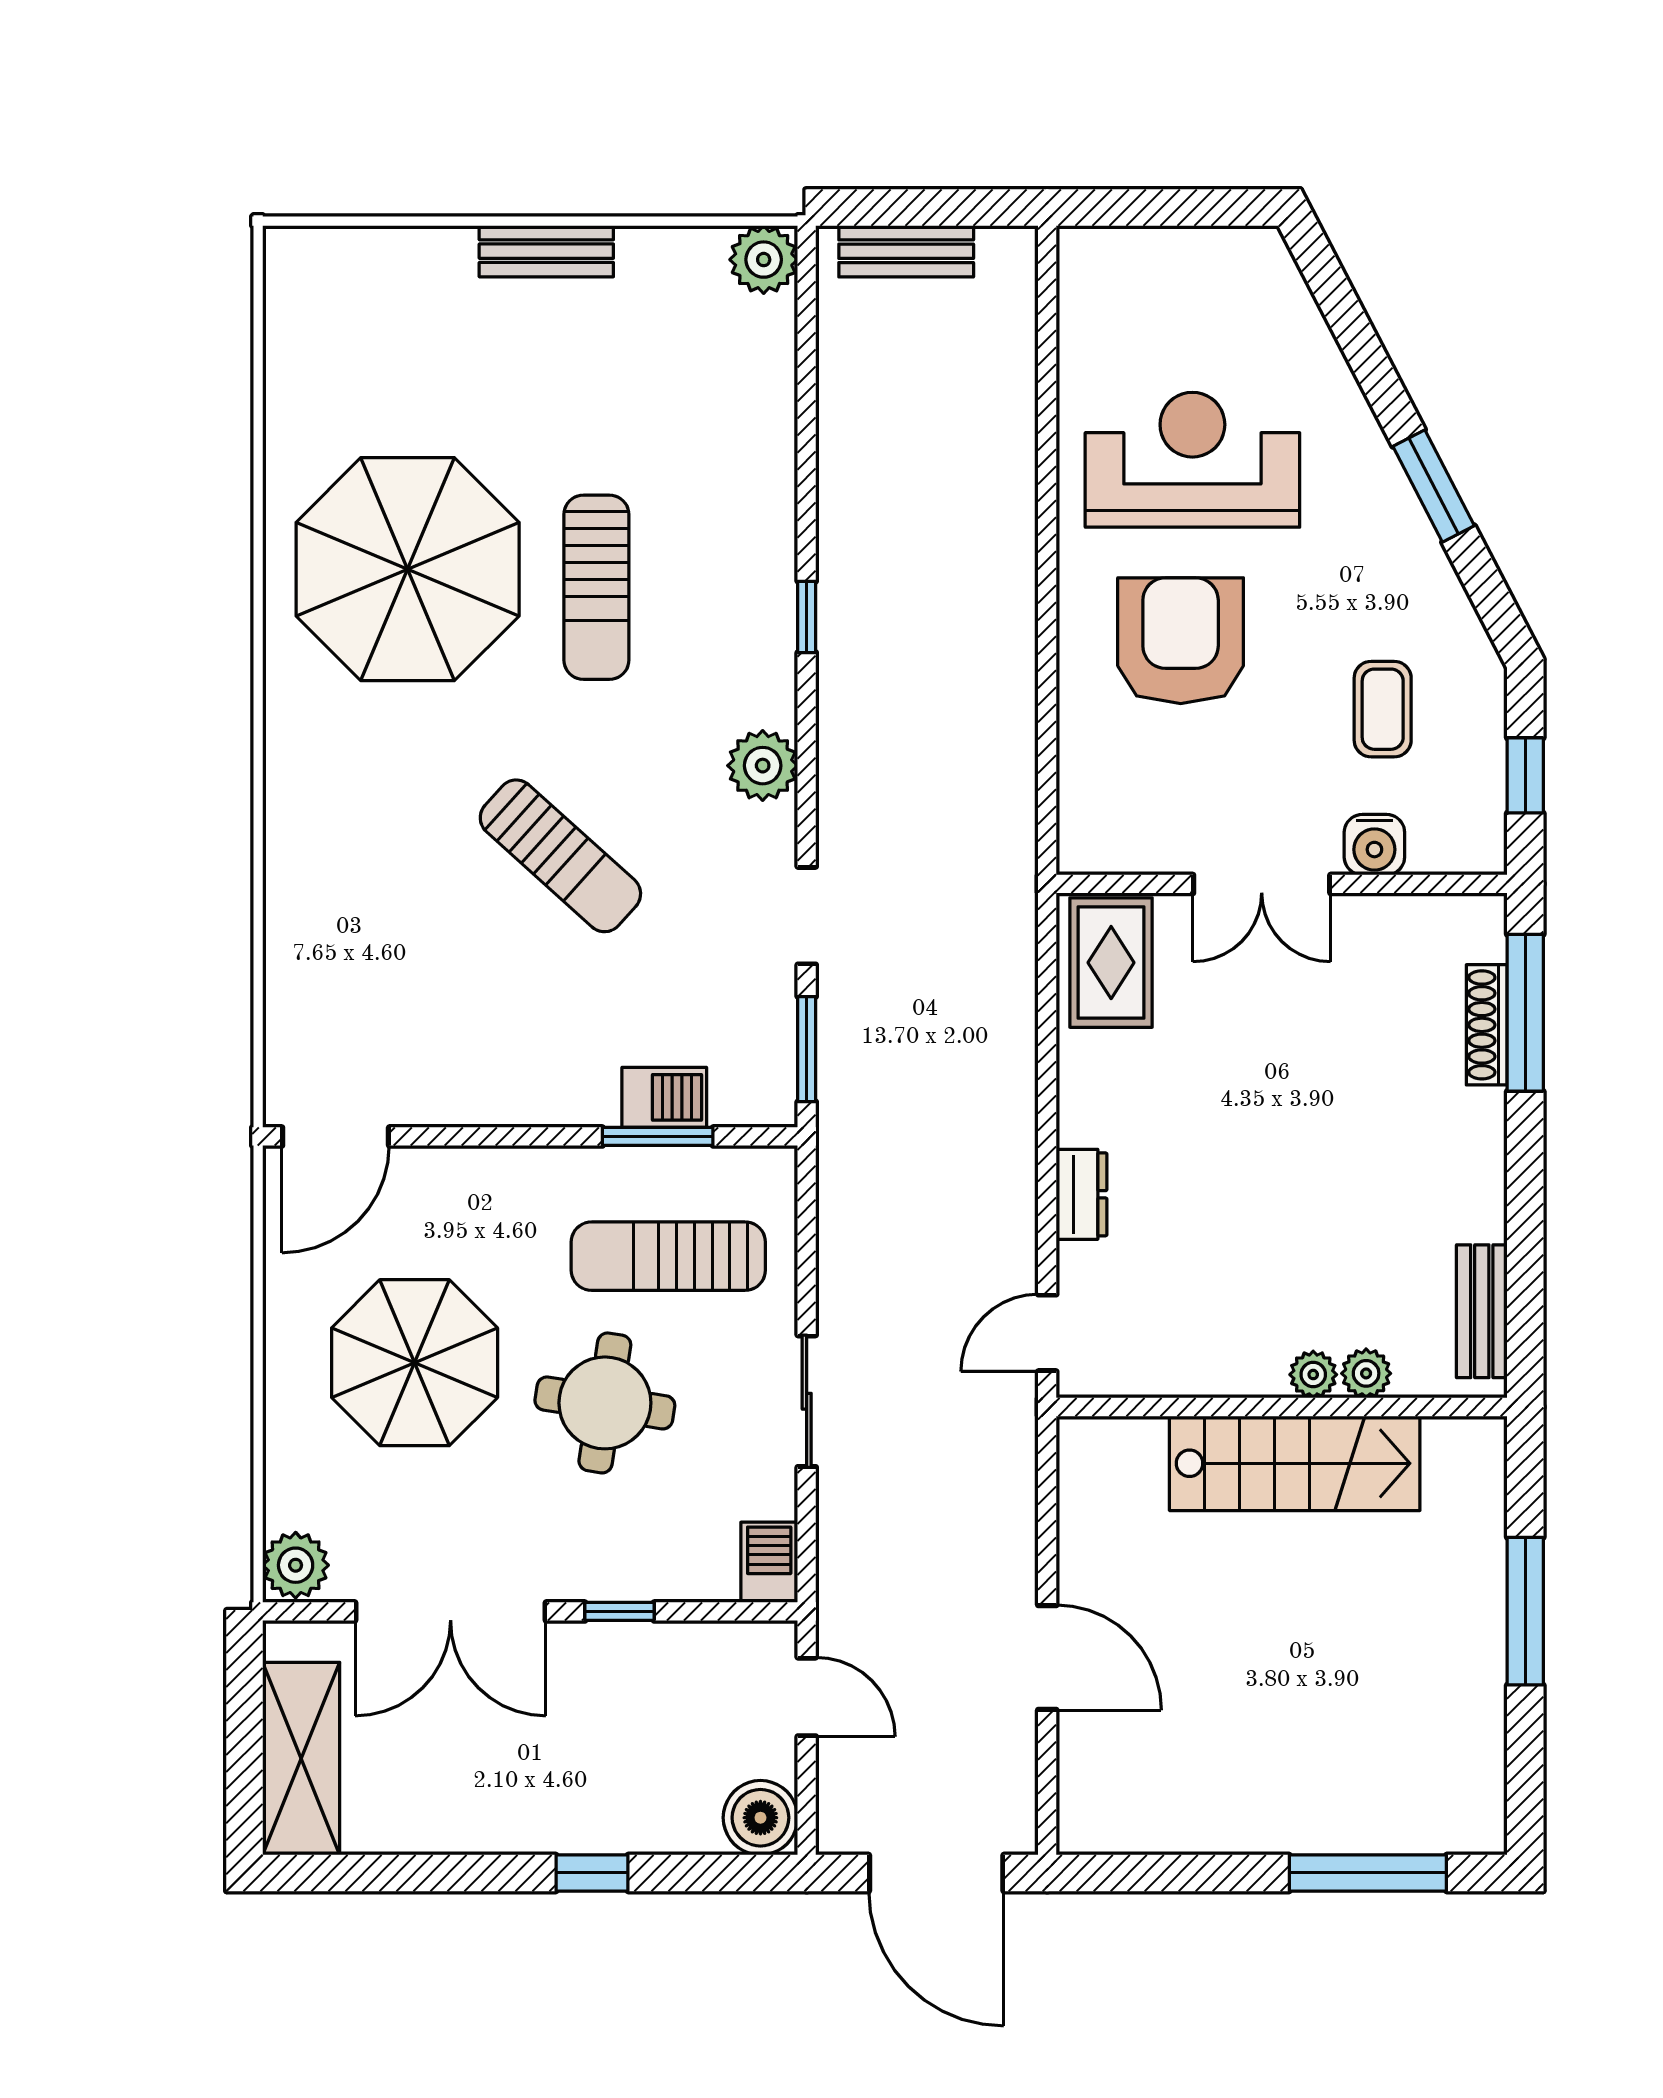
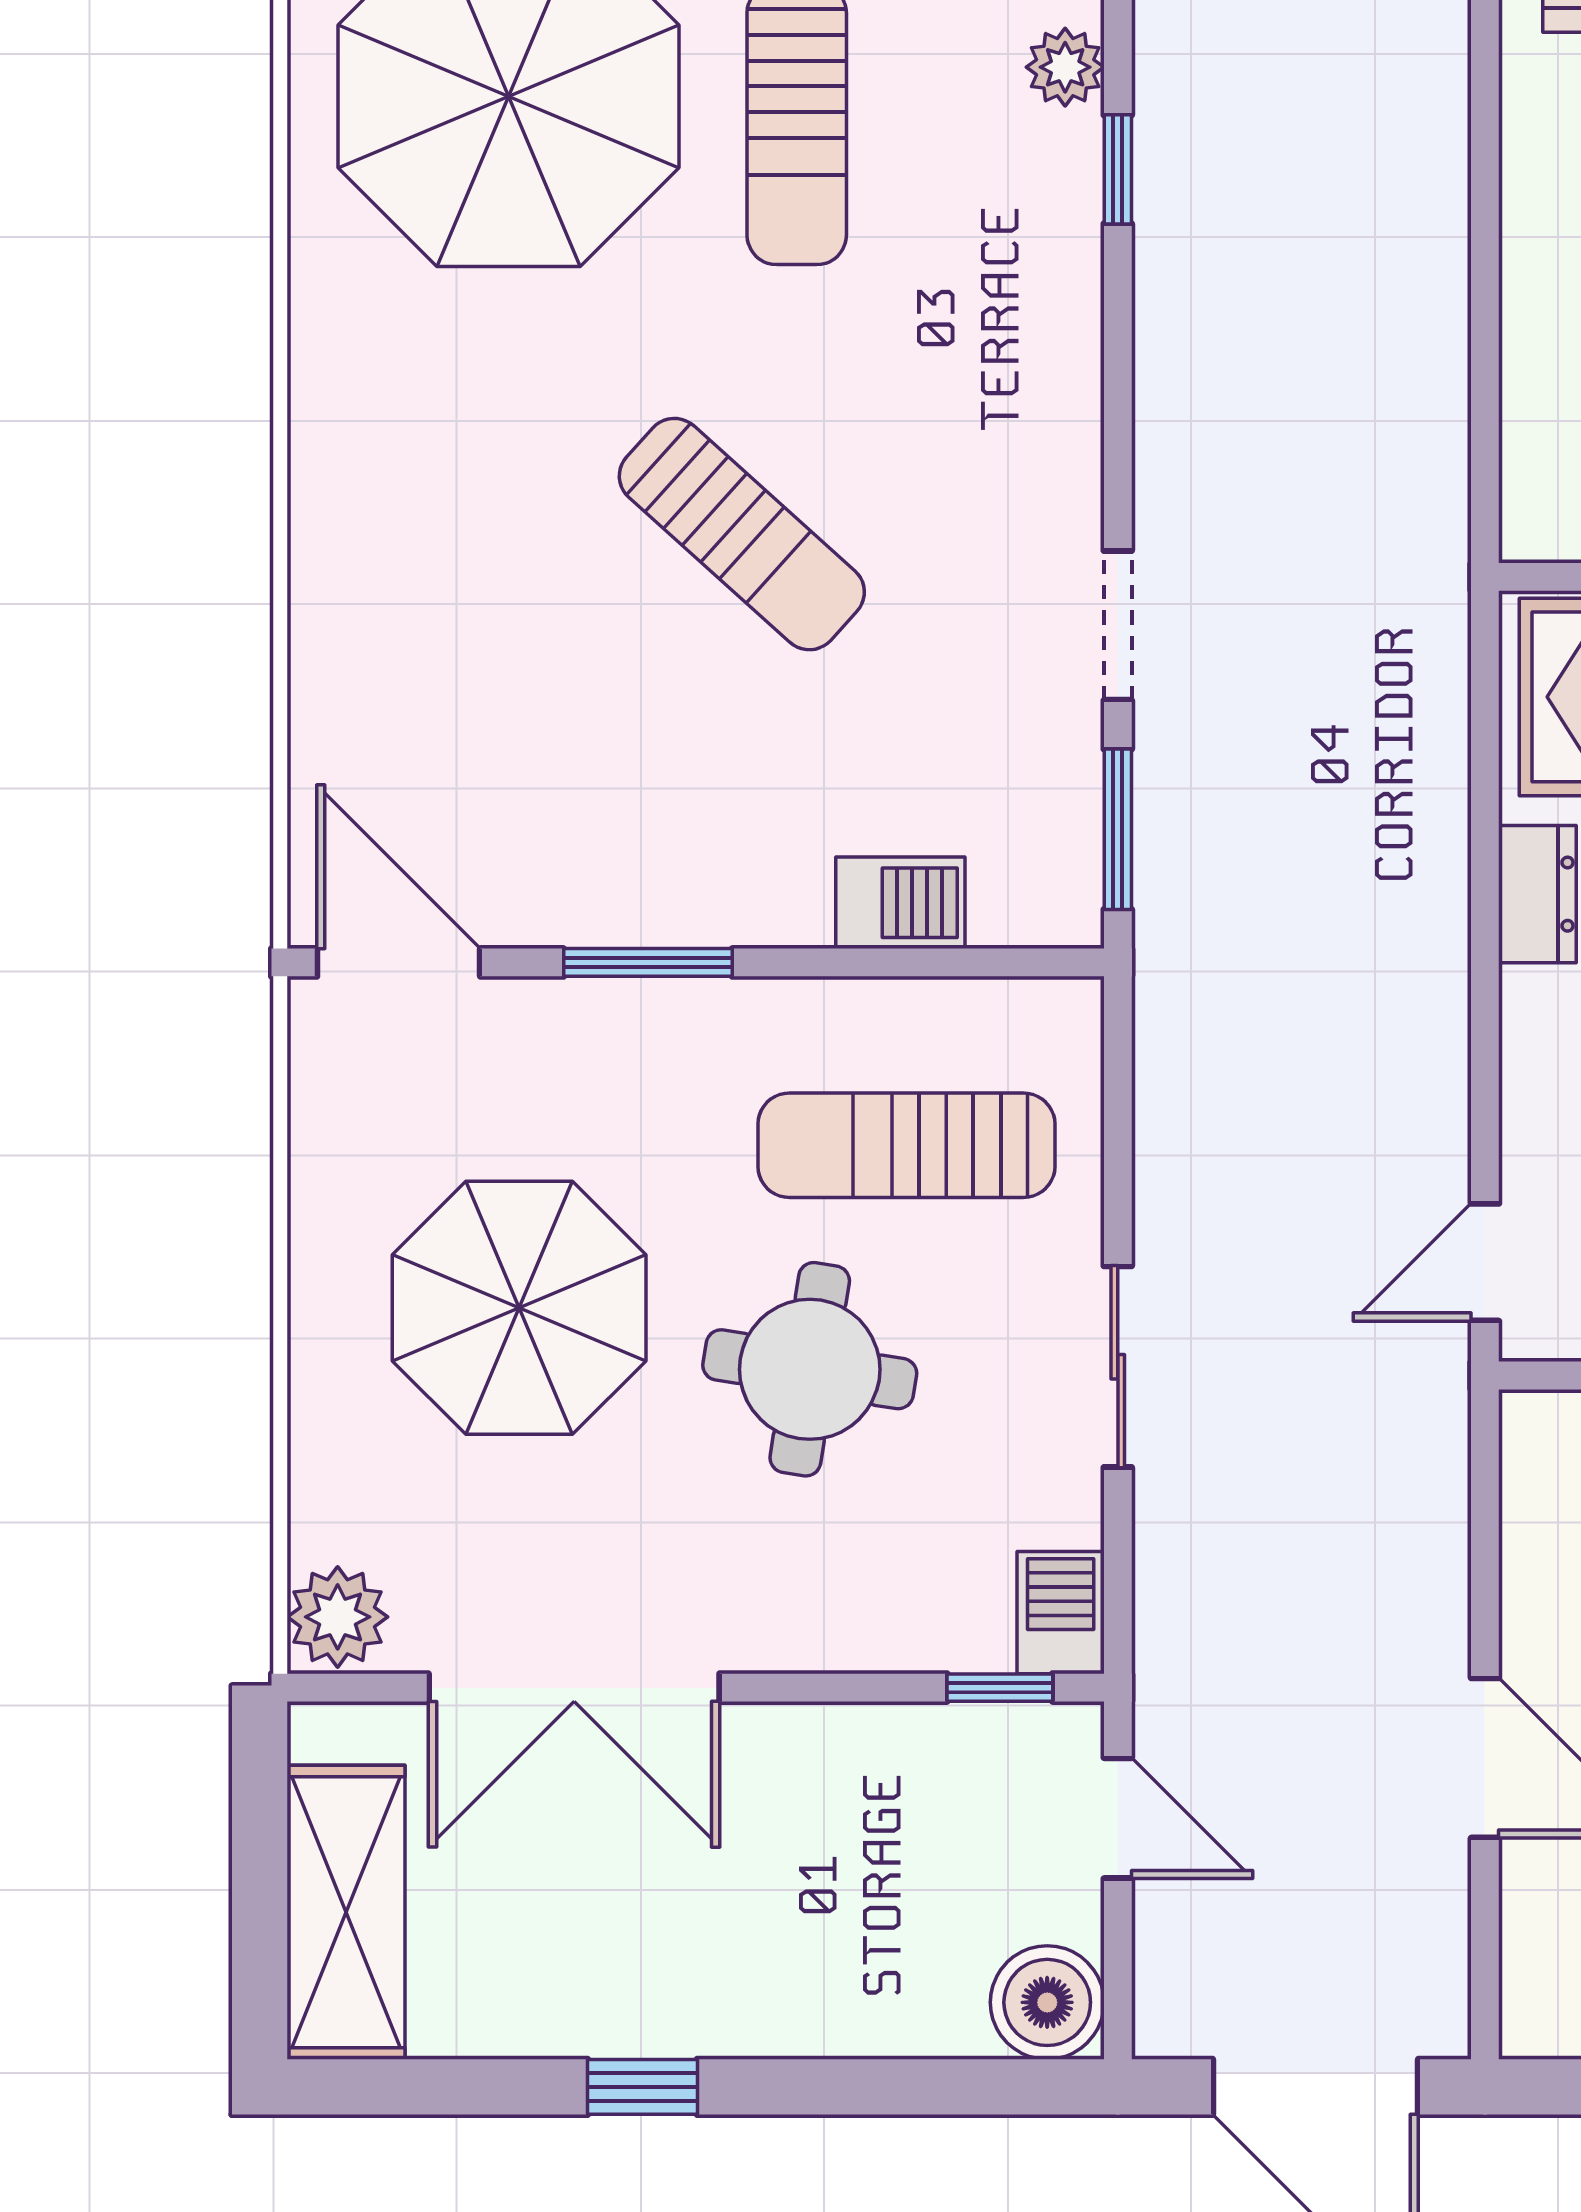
plant: (763, 766) -> (1065, 67), moved, width x0.73, depth x0.73
door: (336, 1136) -> (399, 962), swing flipped
window: (658, 1136) -> (648, 962), moved
dresser: (1082, 1194) -> (1537, 894), moved
window: (620, 1611) -> (1000, 1688), moved
window: (592, 1873) -> (642, 2087), moved

